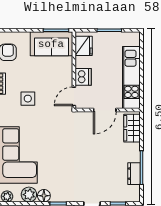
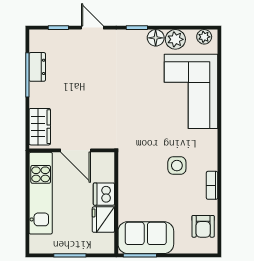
fridge: (84, 46) -> (103, 220), moved
door: (74, 96) -> (116, 168), removed
door: (105, 110) -> (76, 150), swing flipped

